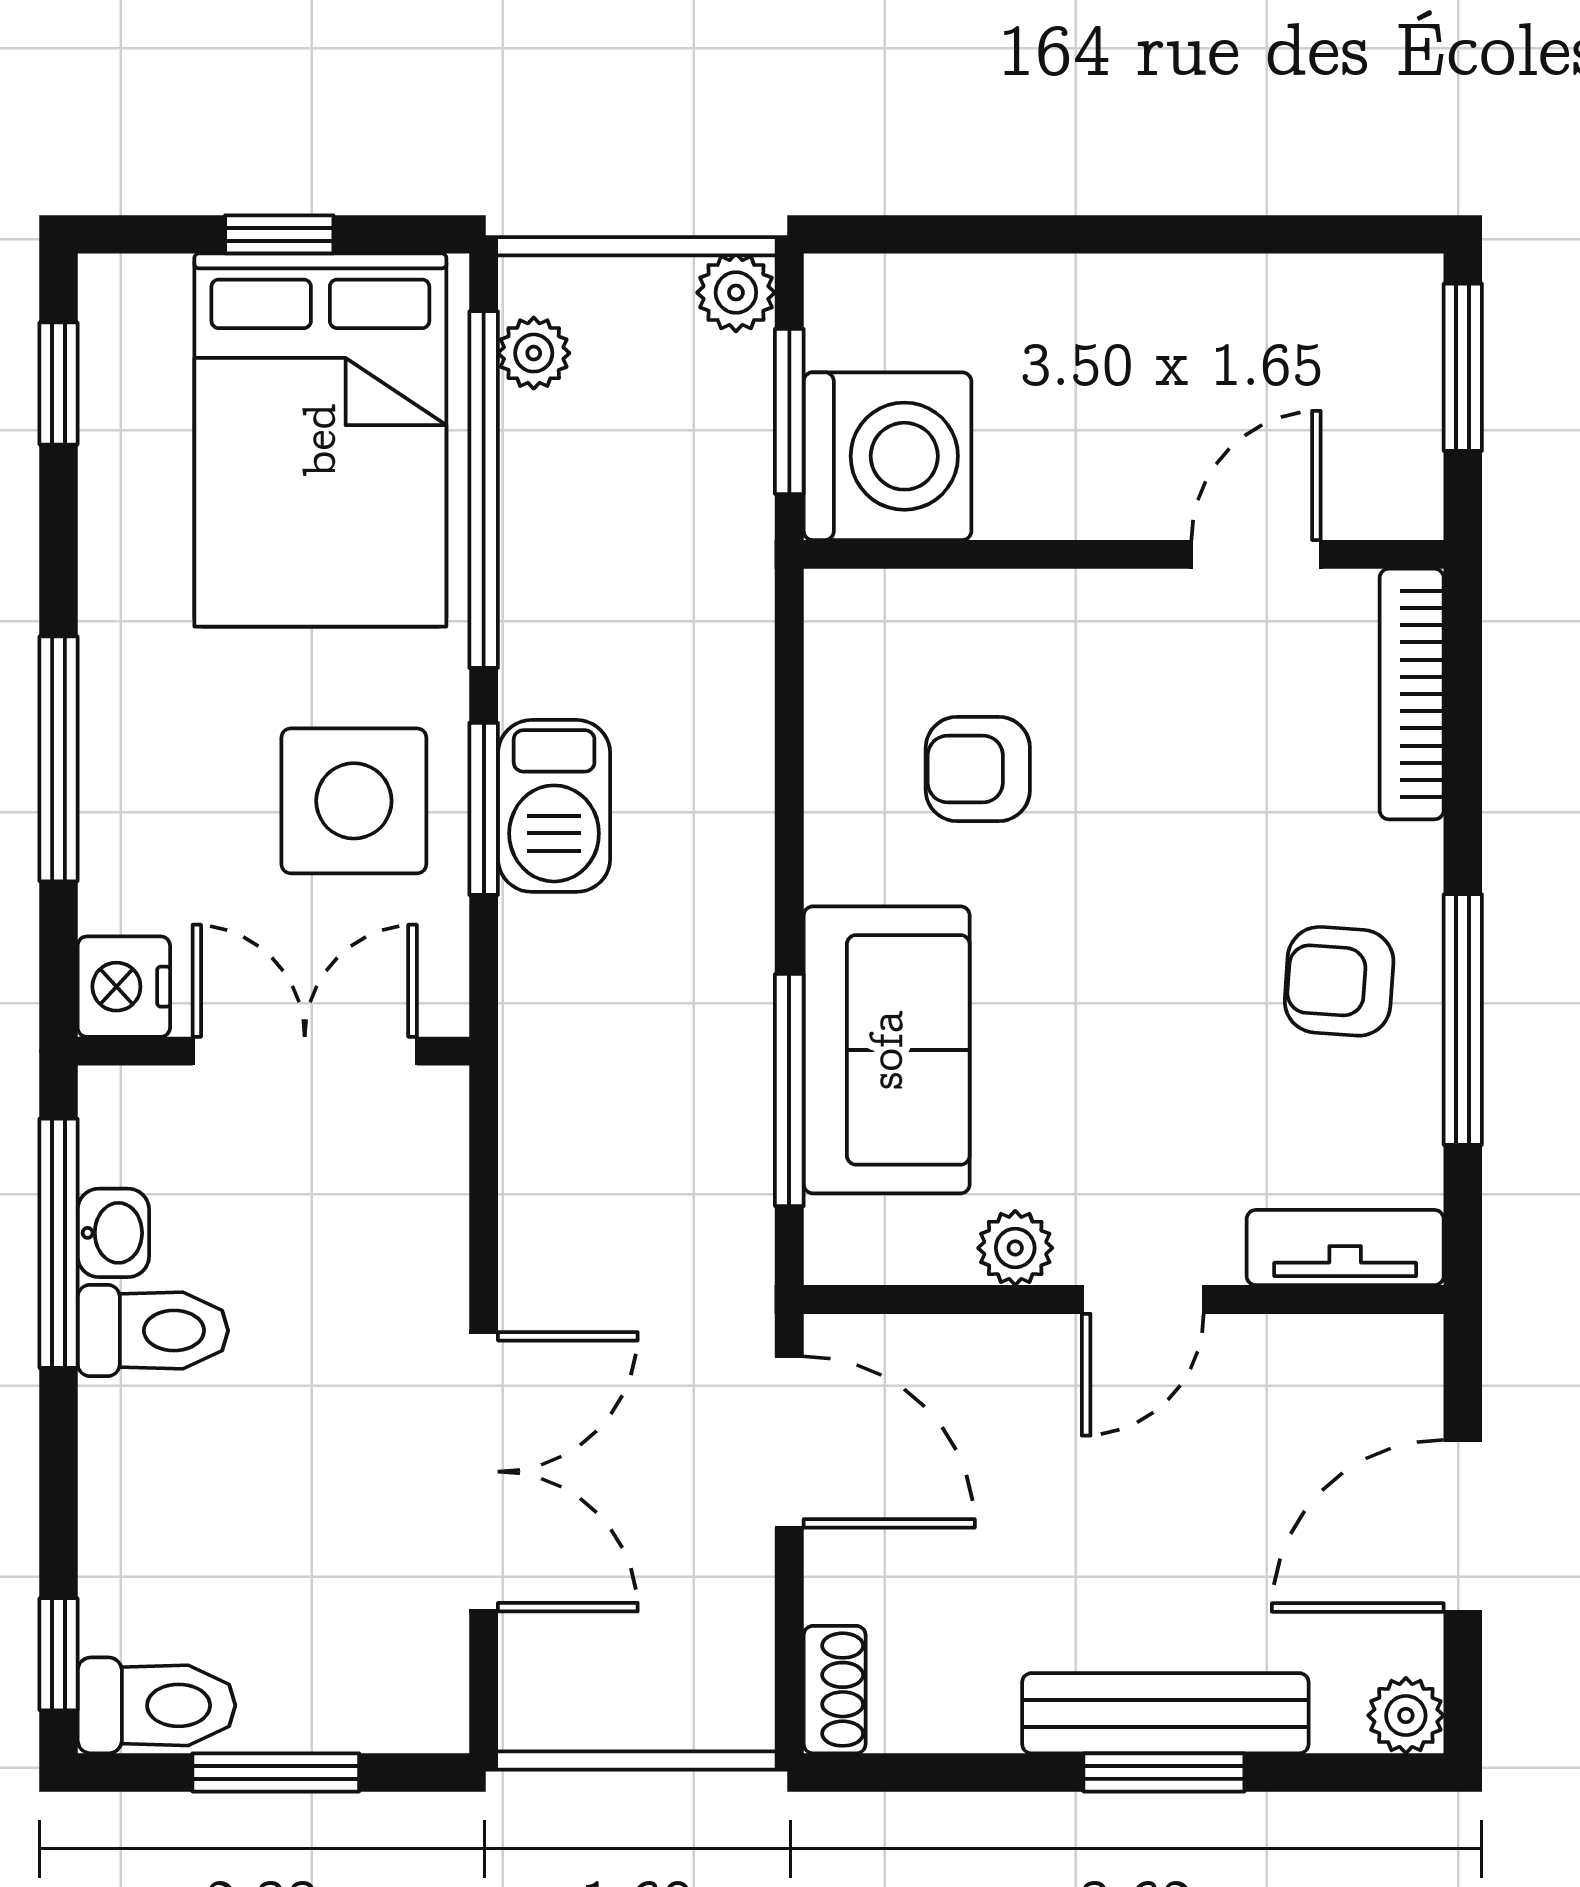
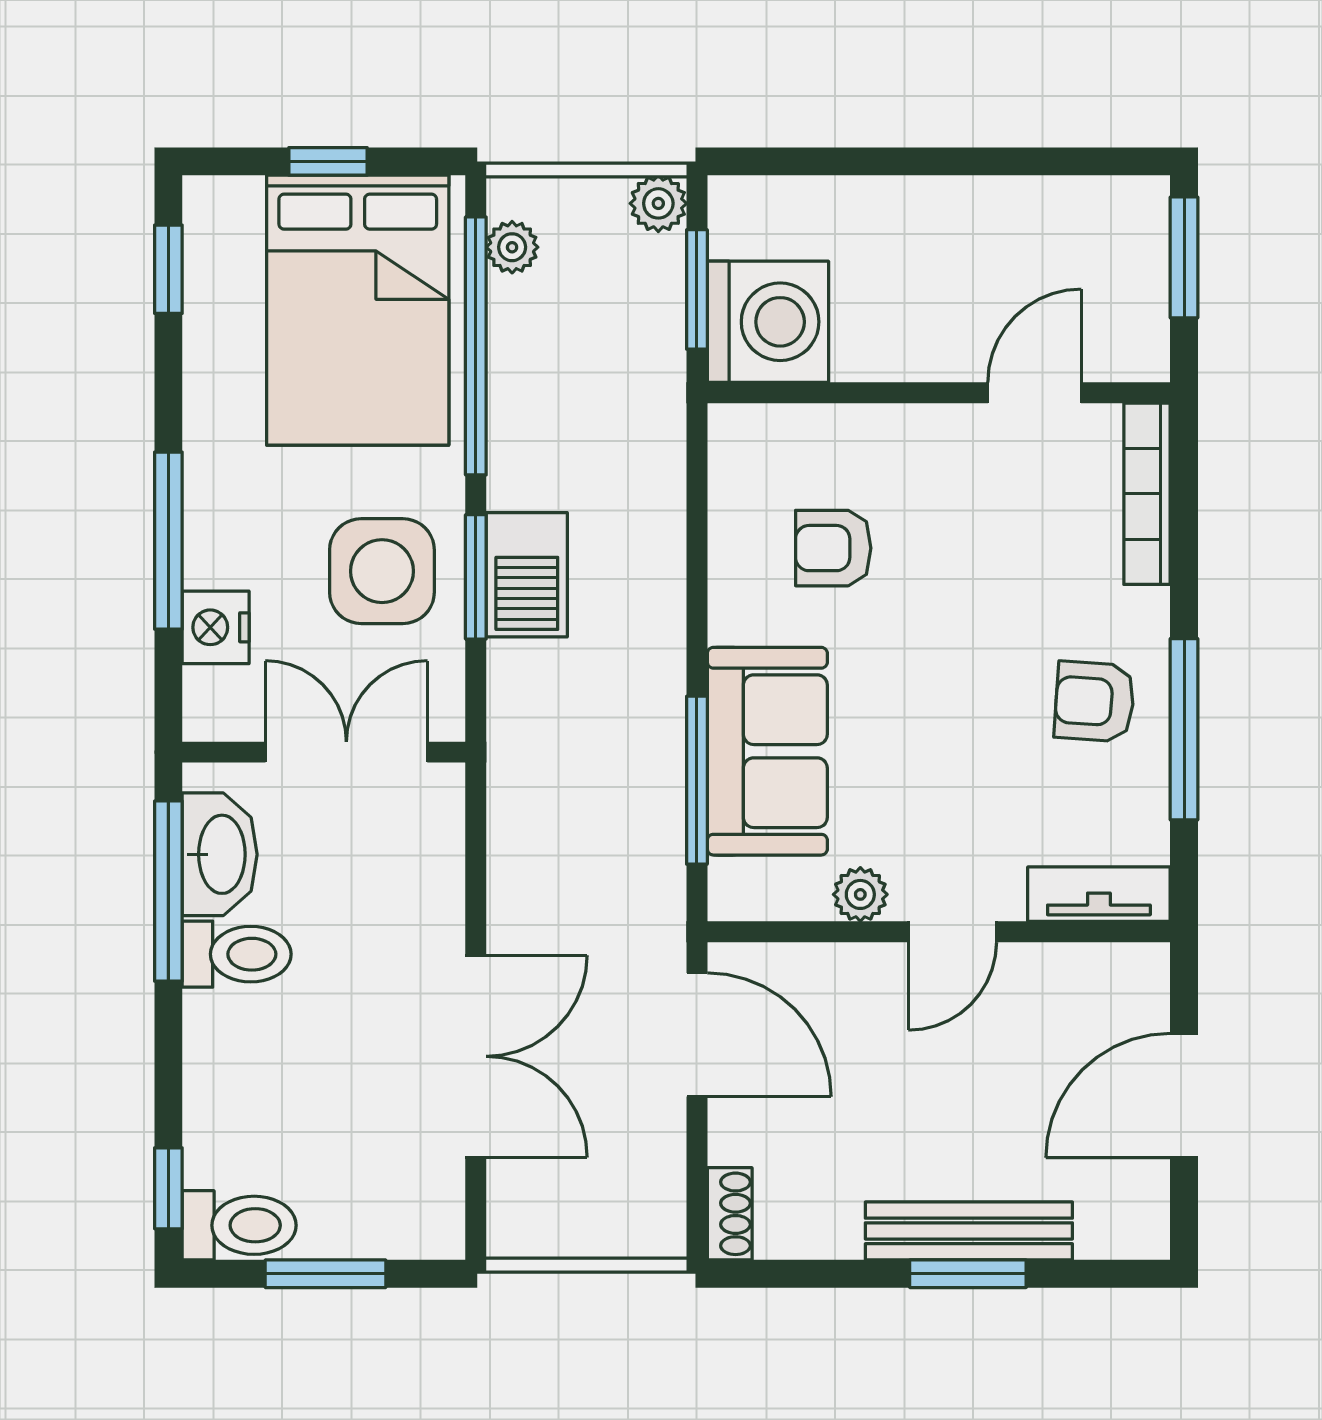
nightstand: (124, 987) -> (216, 627), moved
washbasin: (113, 1233) -> (220, 854), width x1.91, depth x1.45
plant: (1406, 1715) -> (1143, 1233), removed

